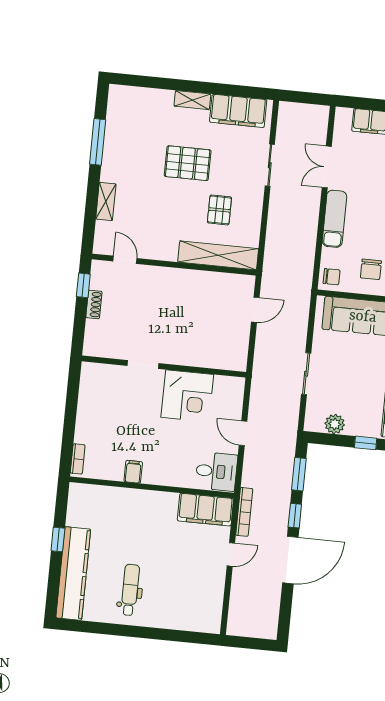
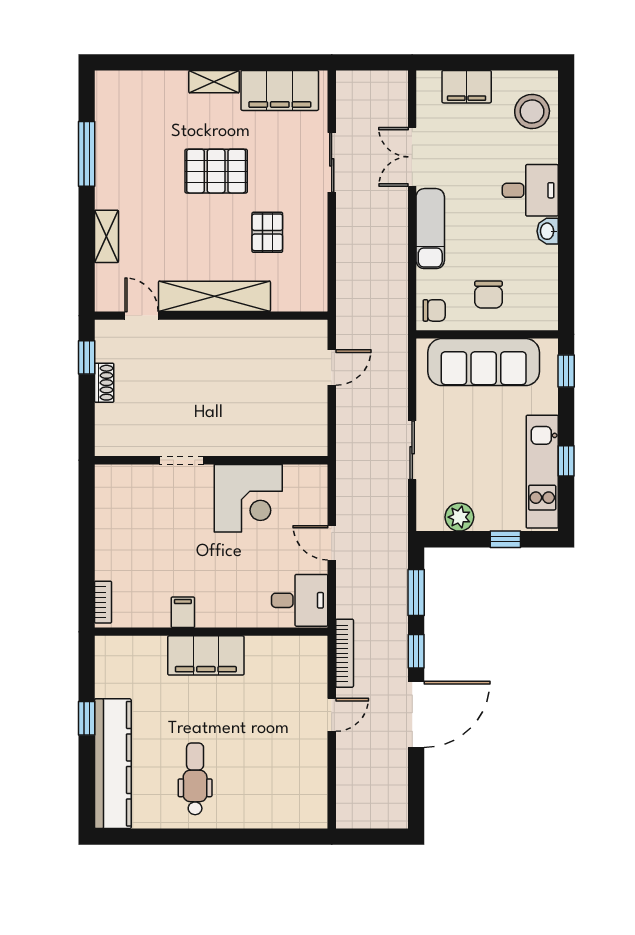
shelving: (218, 255) -> (214, 296), moved
filing cabinet: (205, 510) -> (206, 655), moved

